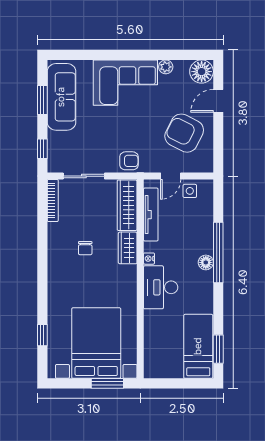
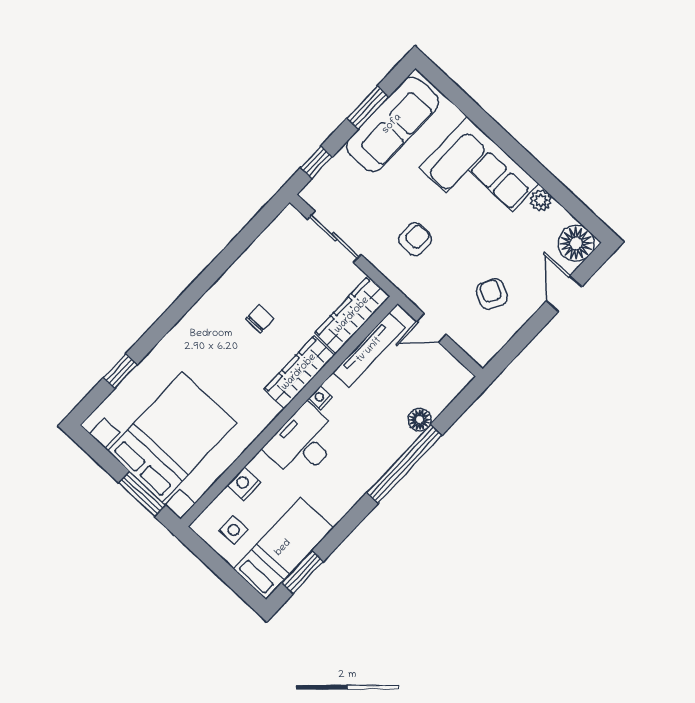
door: (218, 101) -> (564, 294), hinge flipped
armchair: (184, 133) -> (492, 294), width x0.53, depth x0.53
armchair: (129, 161) -> (415, 239), moved, turned -90
side table: (190, 191) -> (234, 530), moved
bookcase: (53, 201) -> (273, 231), removed
chair: (85, 248) -> (260, 319), turned 180
wardrobe: (128, 248) -> (299, 372), width x1.50
floor lamp: (206, 262) -> (420, 420), moved
nightstand: (151, 333) -> (244, 484), added

